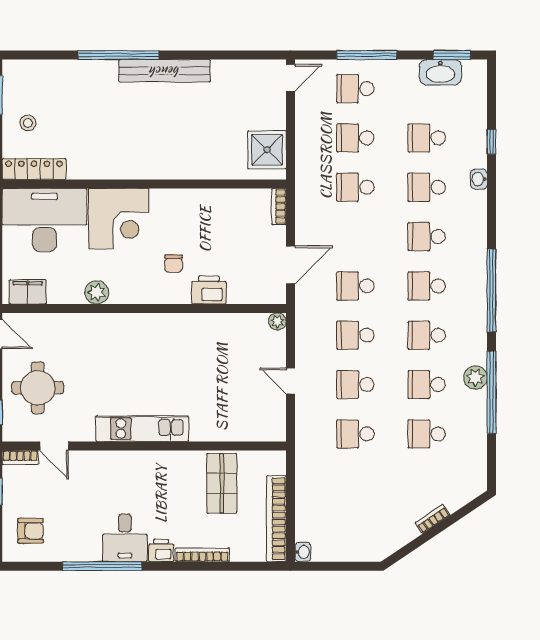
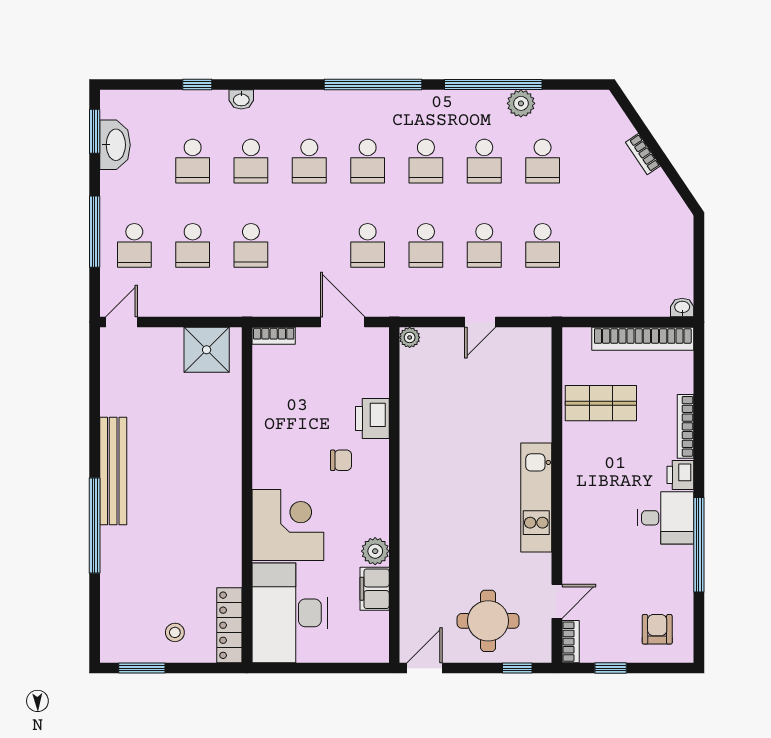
door: (291, 78) -> (122, 322), hinge flipped
filing cabinet: (28, 292) -> (375, 589), moved
plant: (475, 378) -> (521, 103), moved

